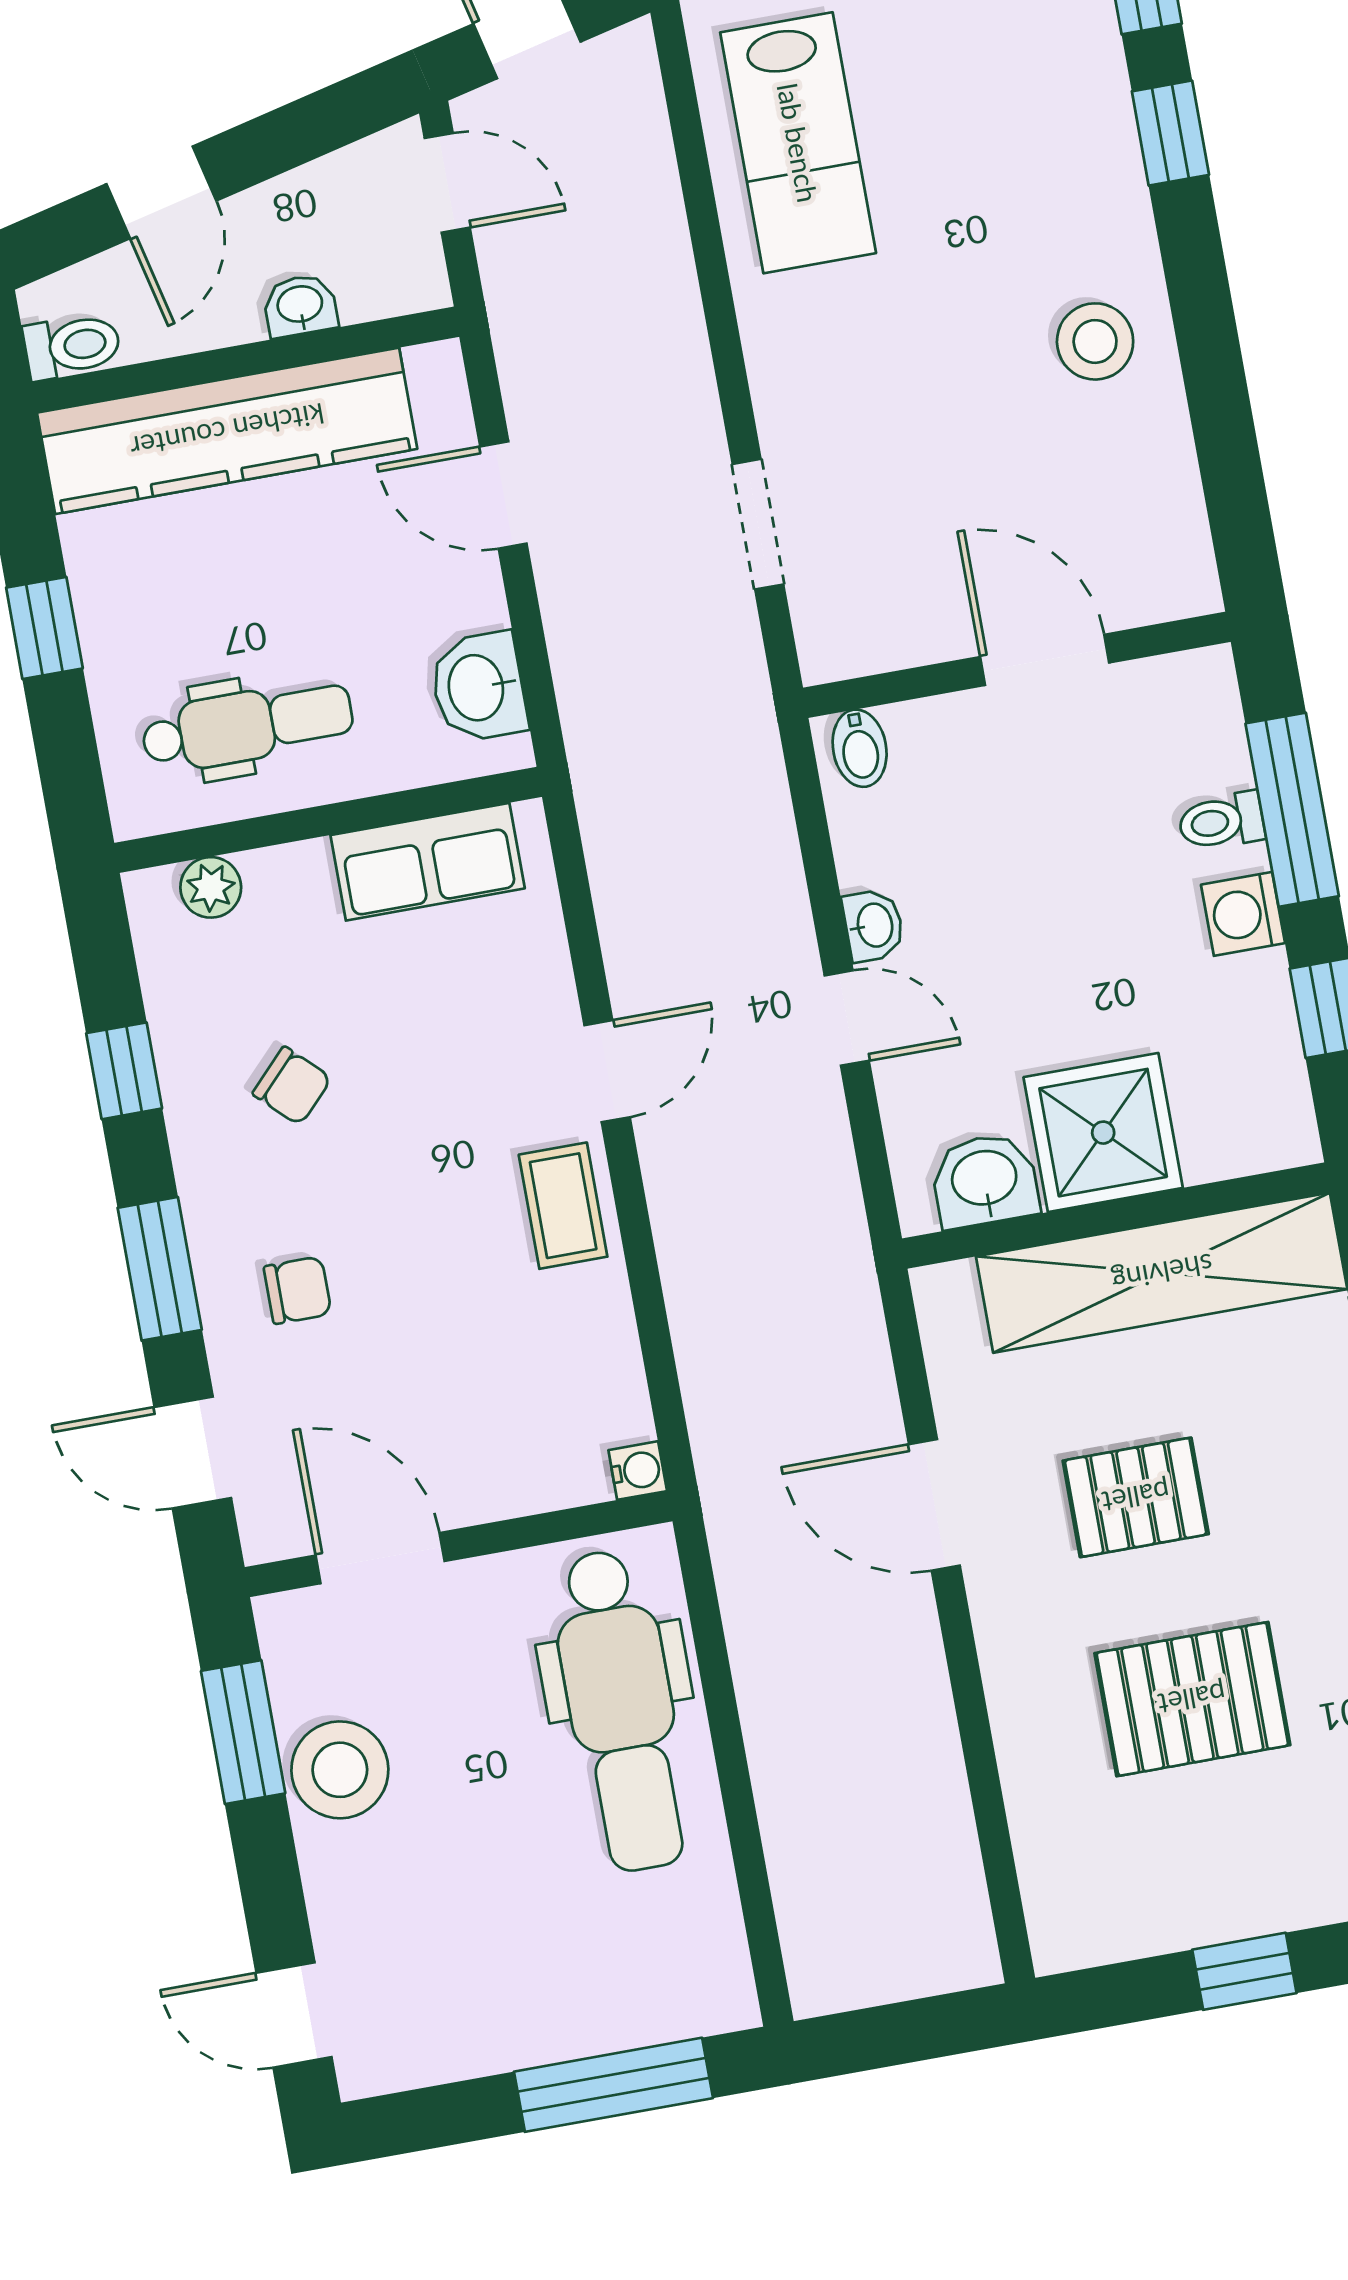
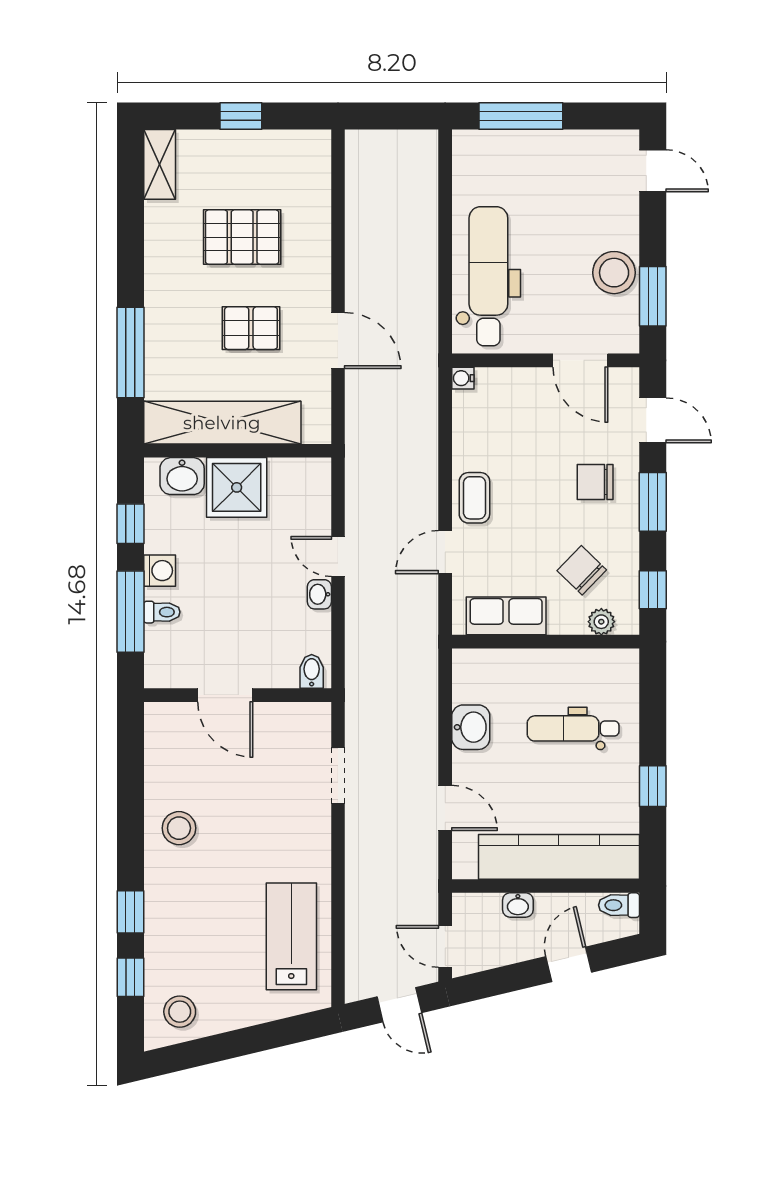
wall: (328, 820) -> (546, 642), moved
row of seats: (428, 862) -> (506, 616), moved
plant: (211, 887) -> (601, 622), moved
chair: (292, 1086) -> (582, 570), width x1.37, depth x1.37
washbasin: (985, 1180) -> (182, 476), moved
chair: (298, 1290) -> (595, 482), width x1.37, depth x1.37

